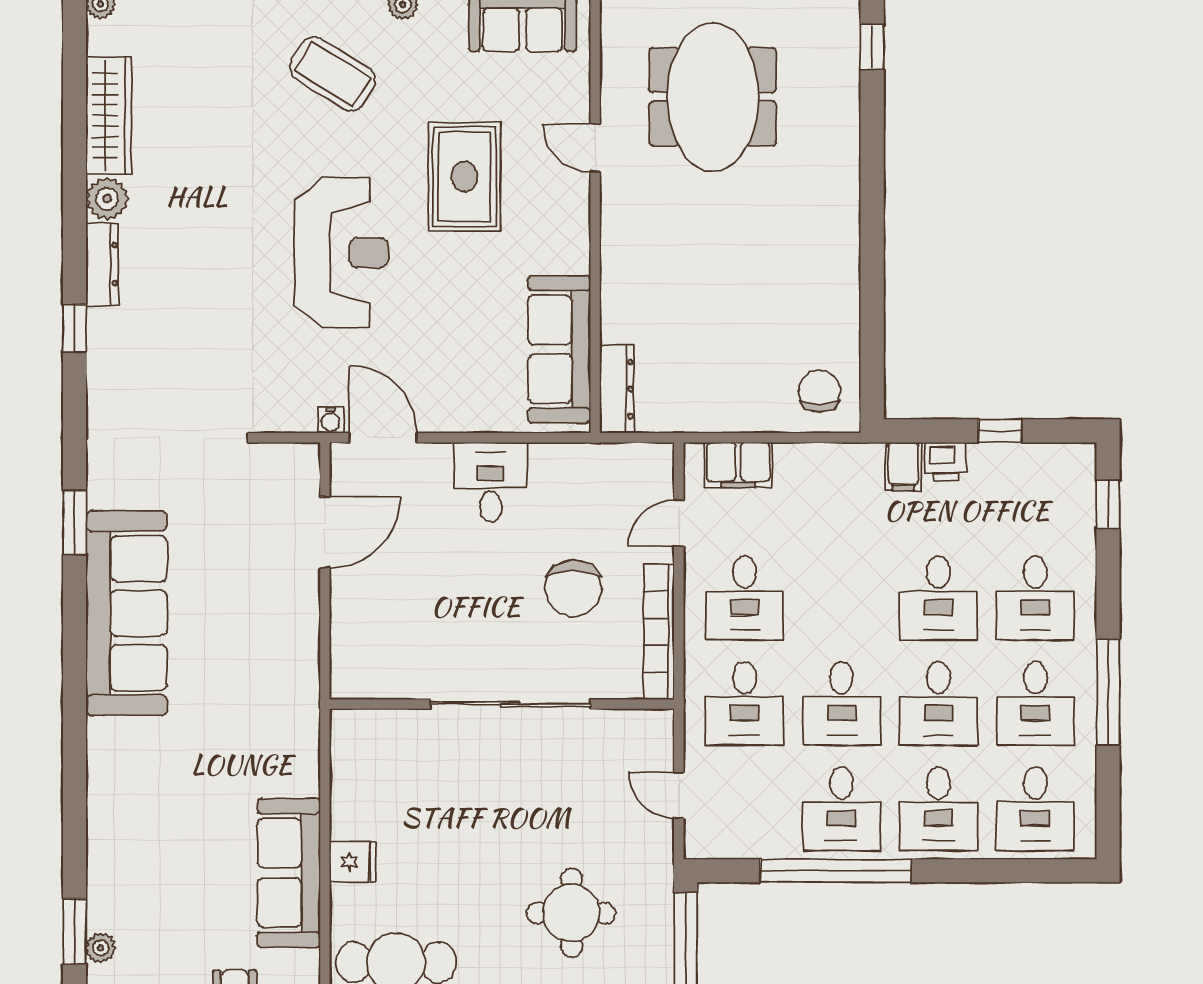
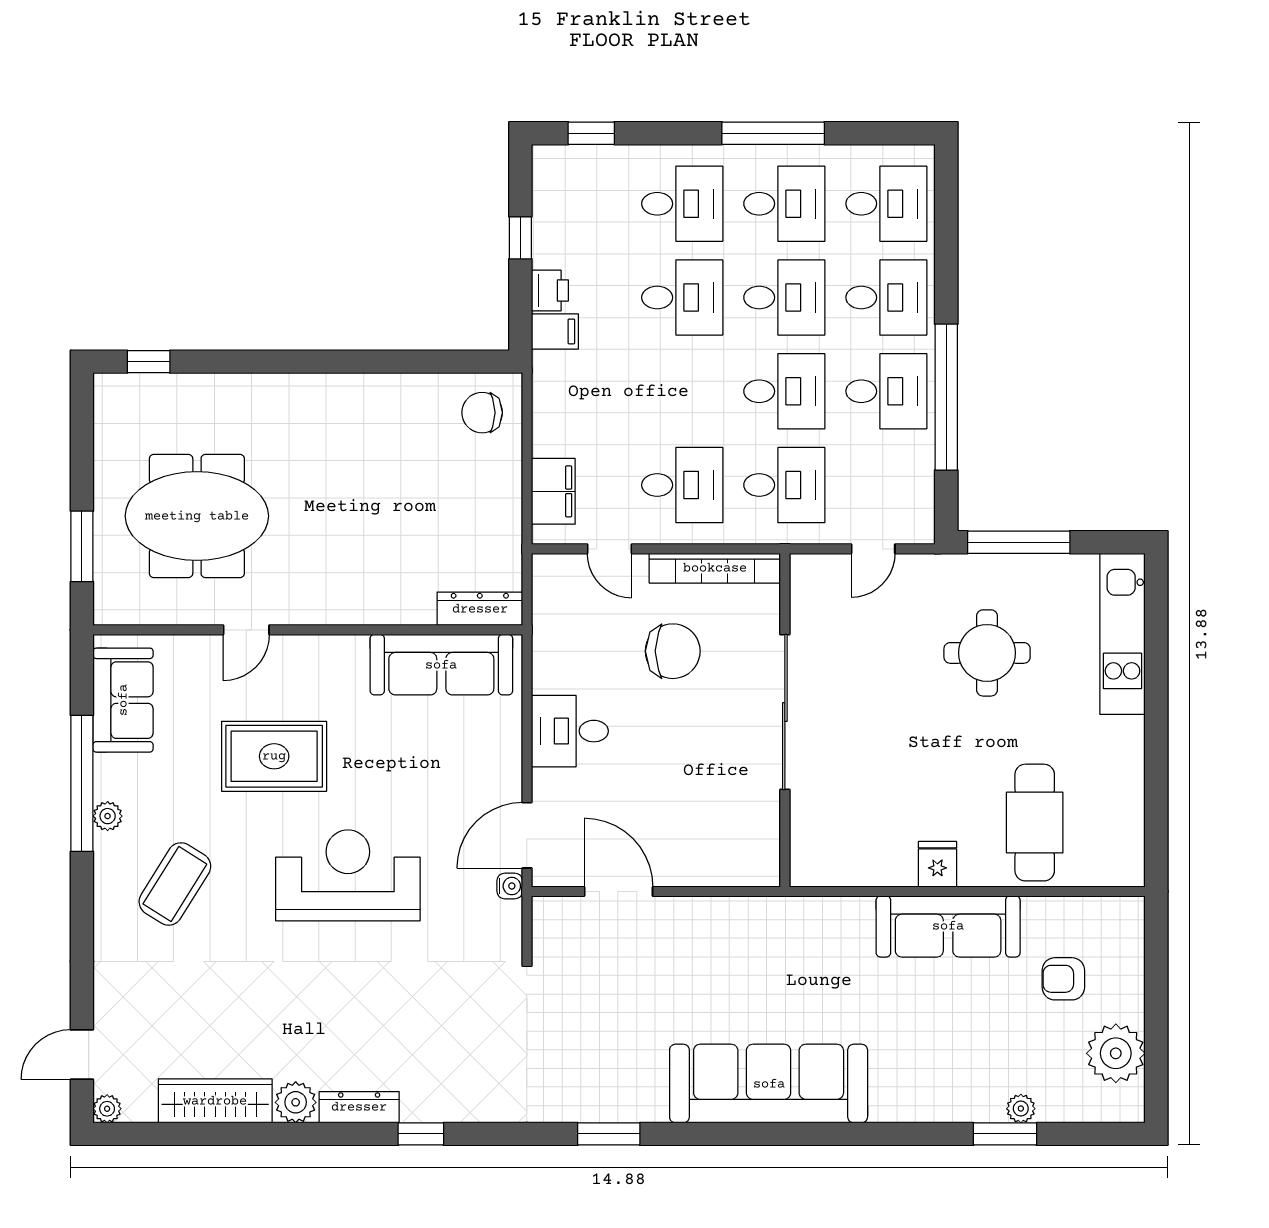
sofa: (126, 613) -> (769, 1084), moved

